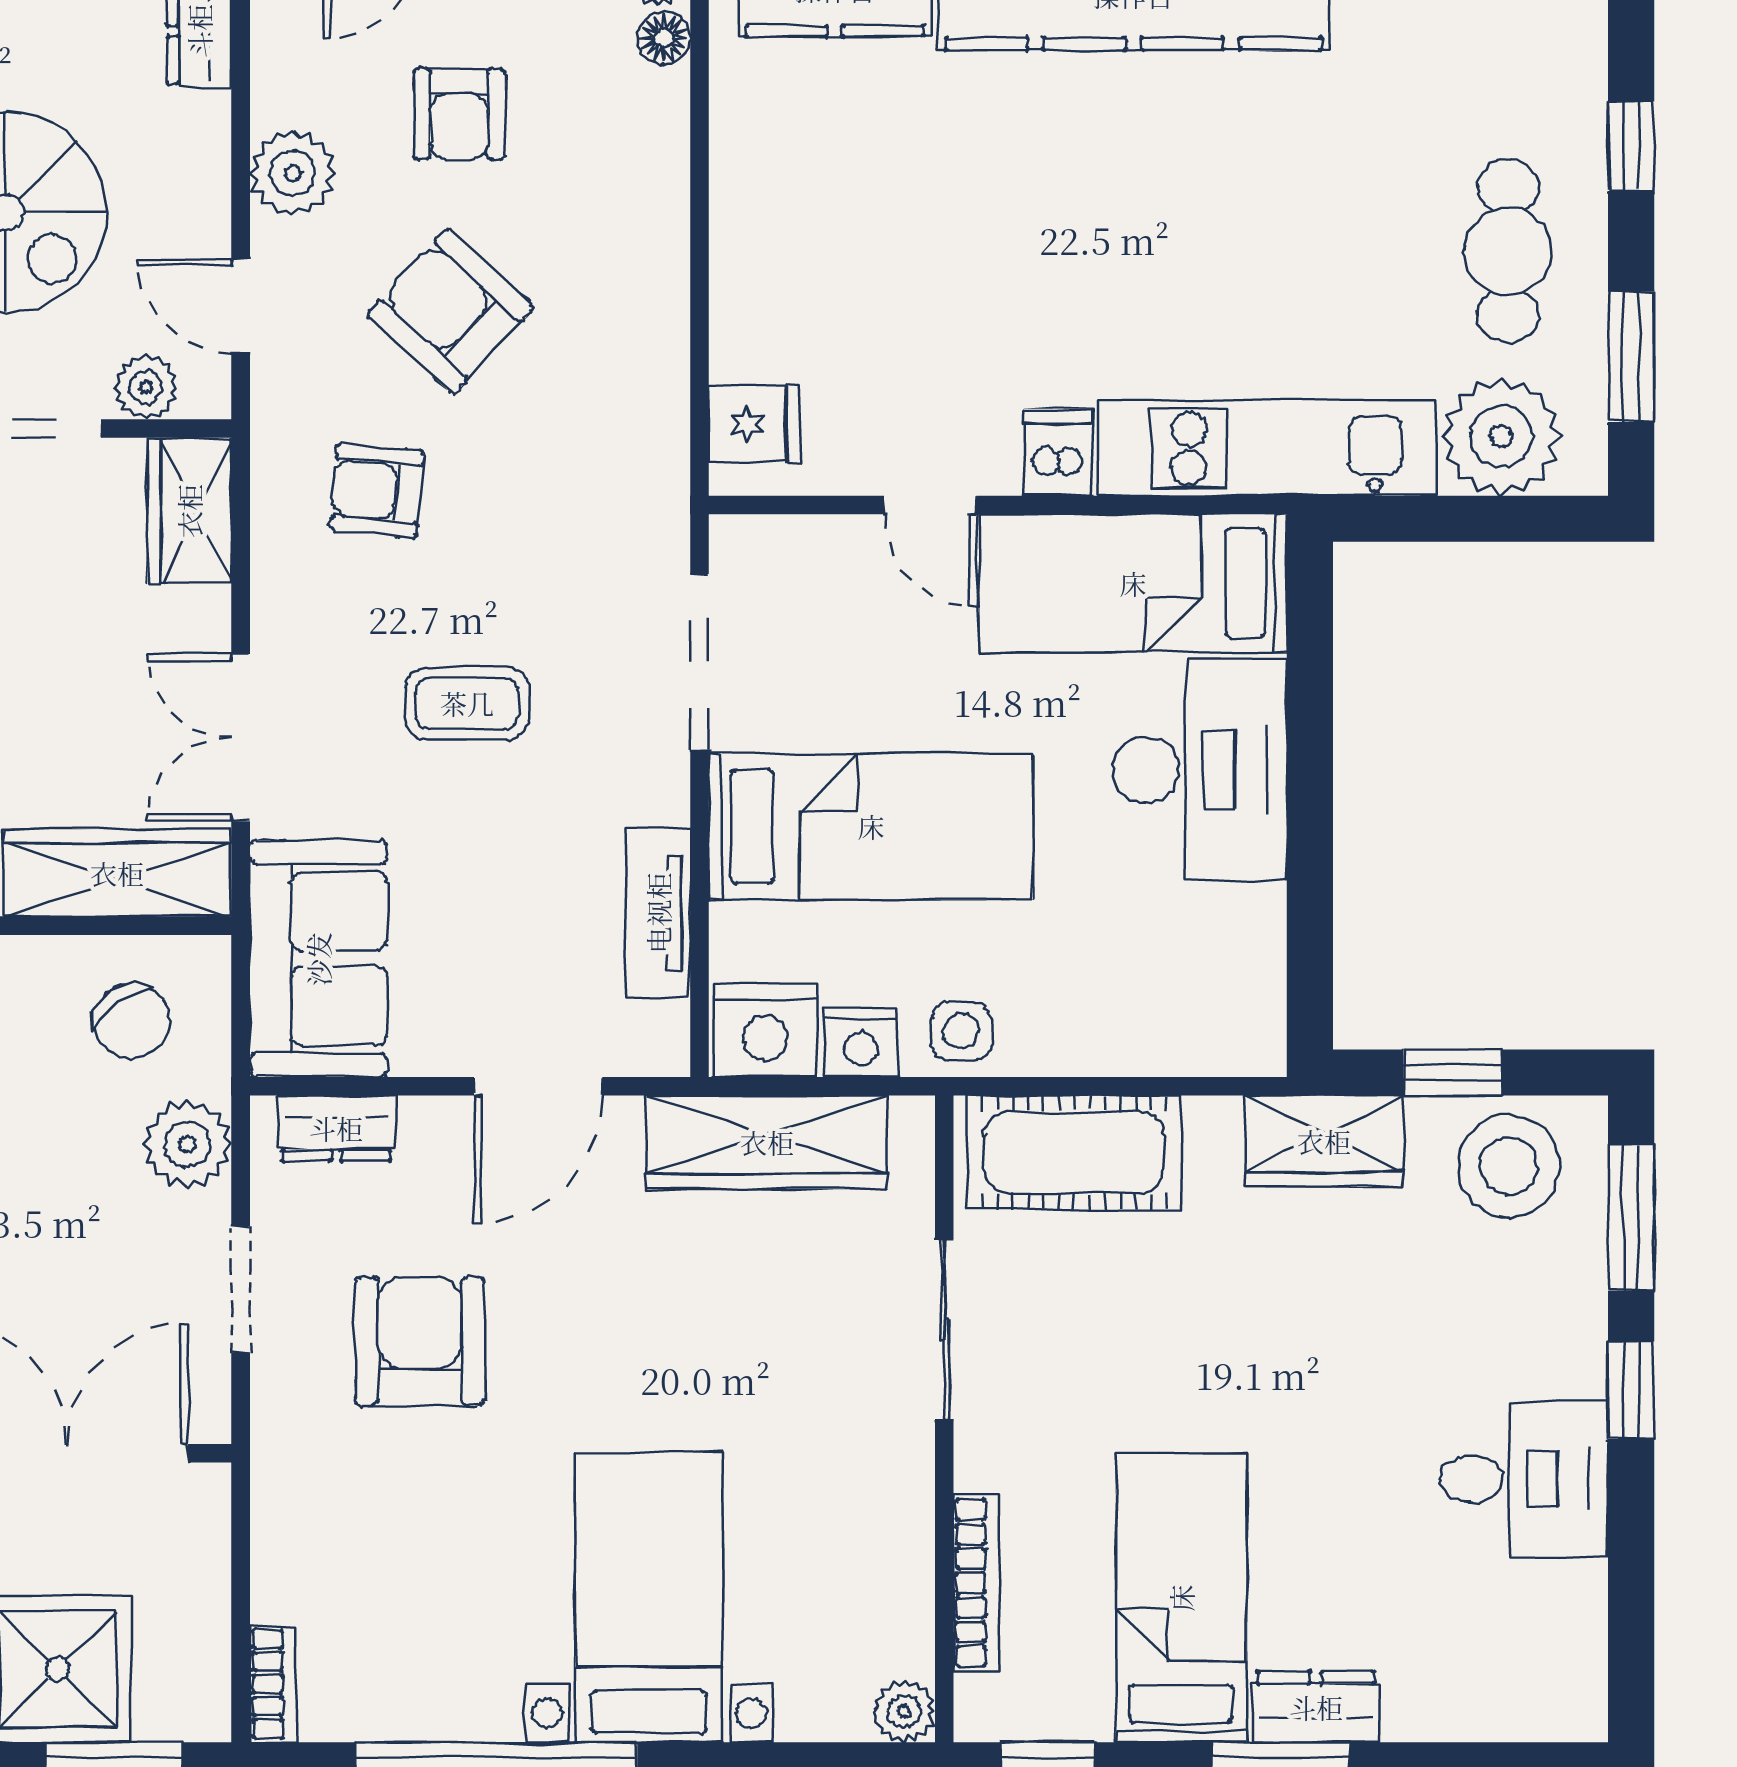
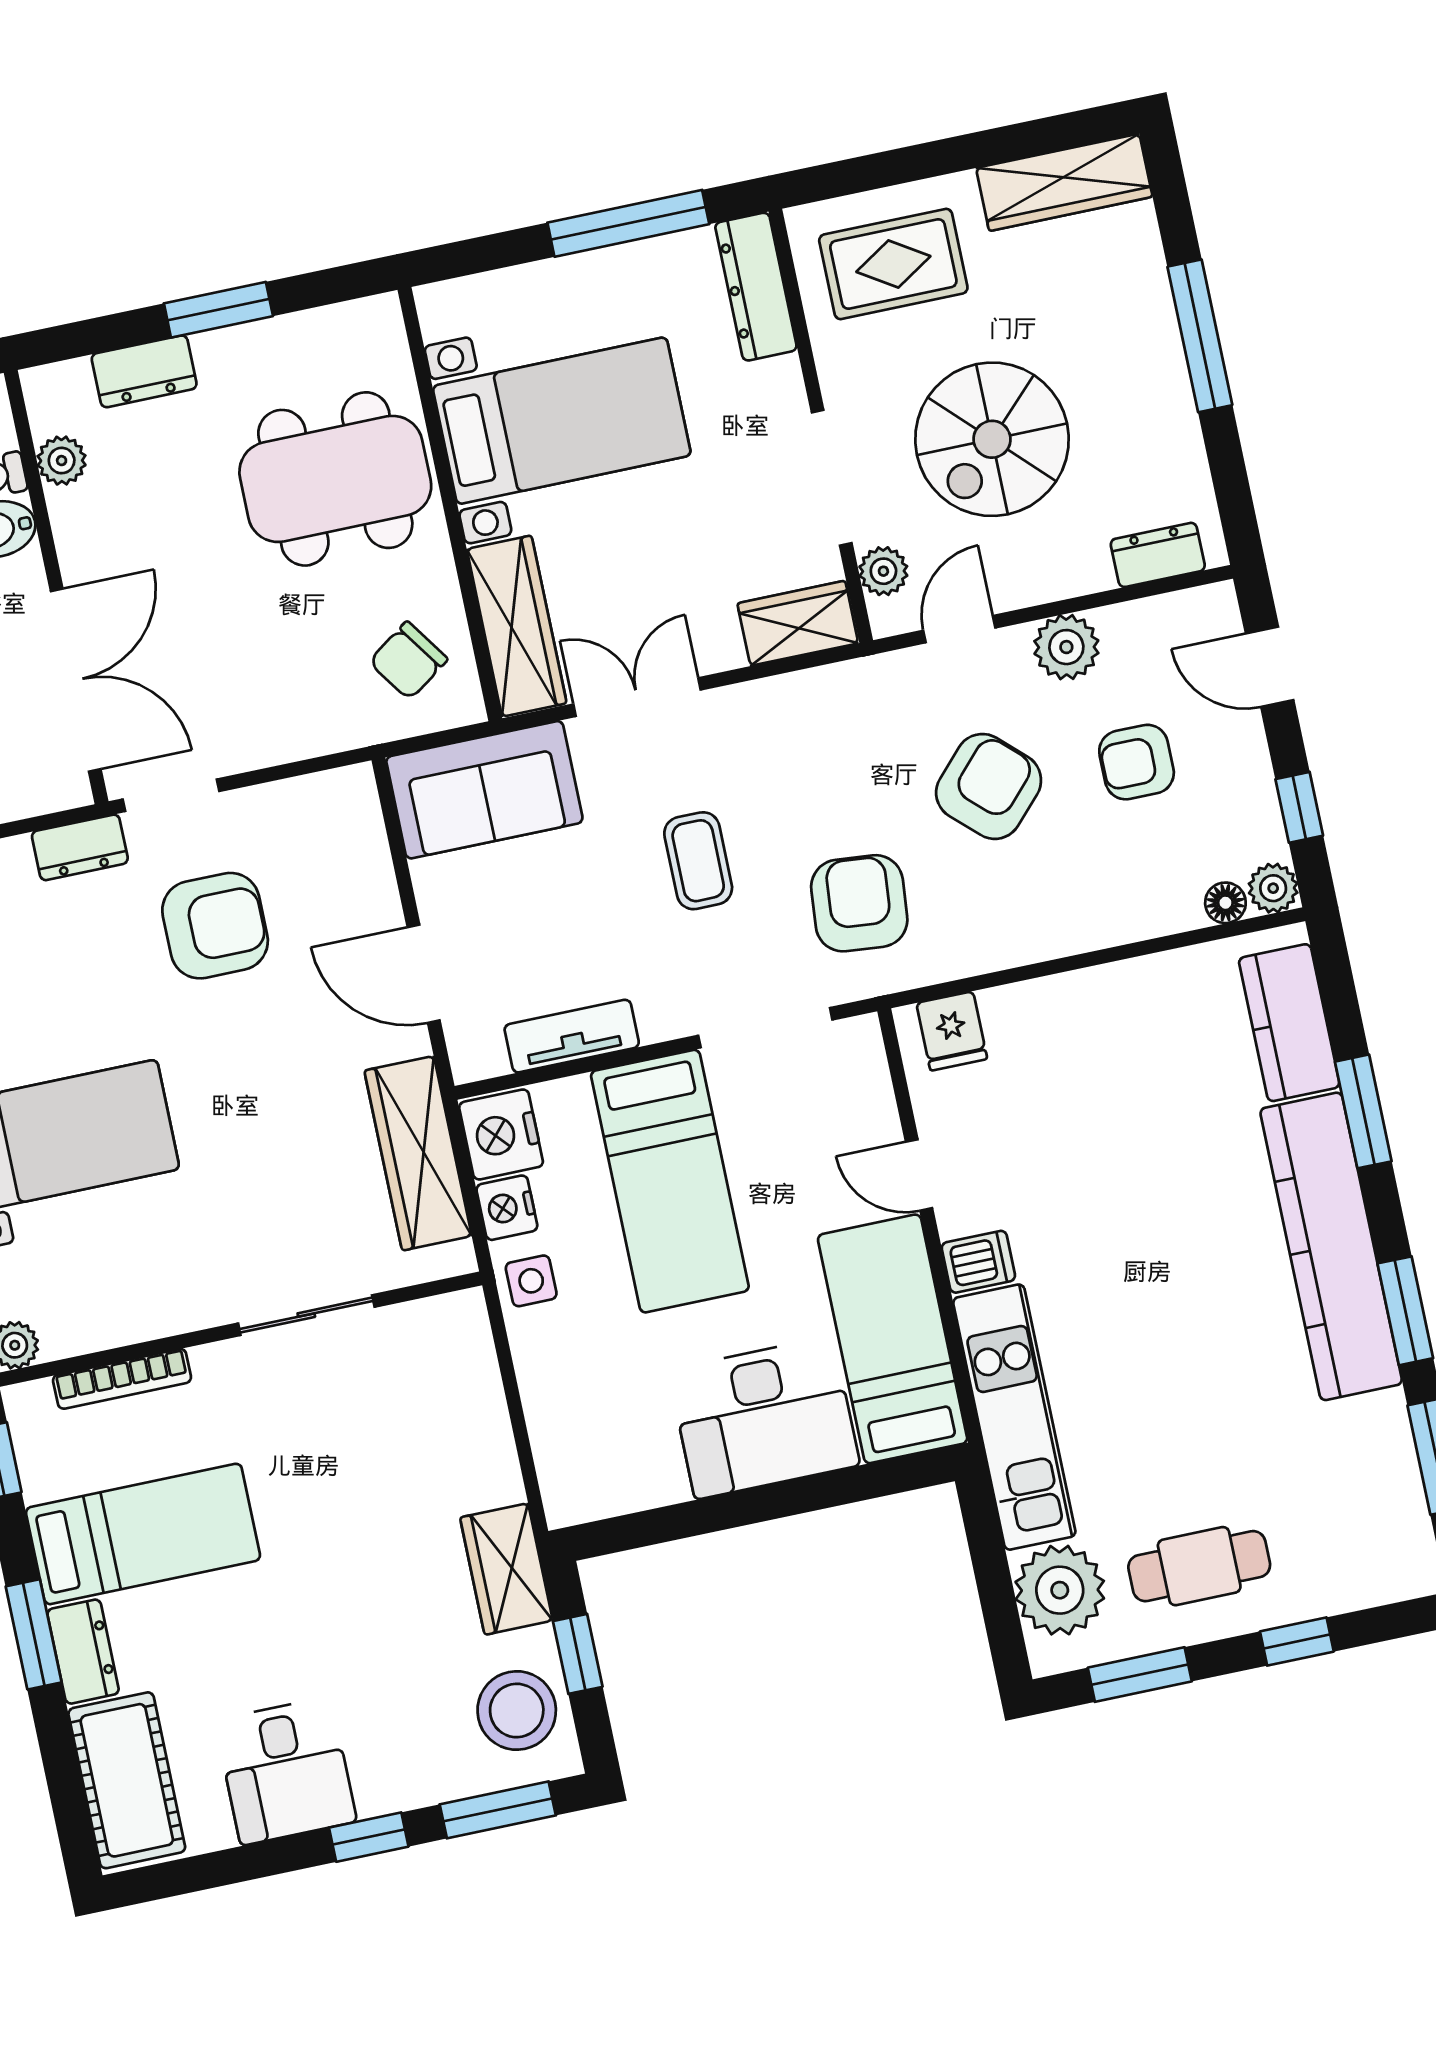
armchair: (377, 491) -> (859, 903), moved, width x1.38, depth x1.38
door: (930, 505) -> (919, 1175), hinge flipped
dresser: (336, 1128) -> (80, 847), moved, turned -90
plant: (187, 1144) -> (325, 721), removed
cot: (1074, 1152) -> (127, 1780), moved
doorway: (241, 1289) -> (171, 795), moved

